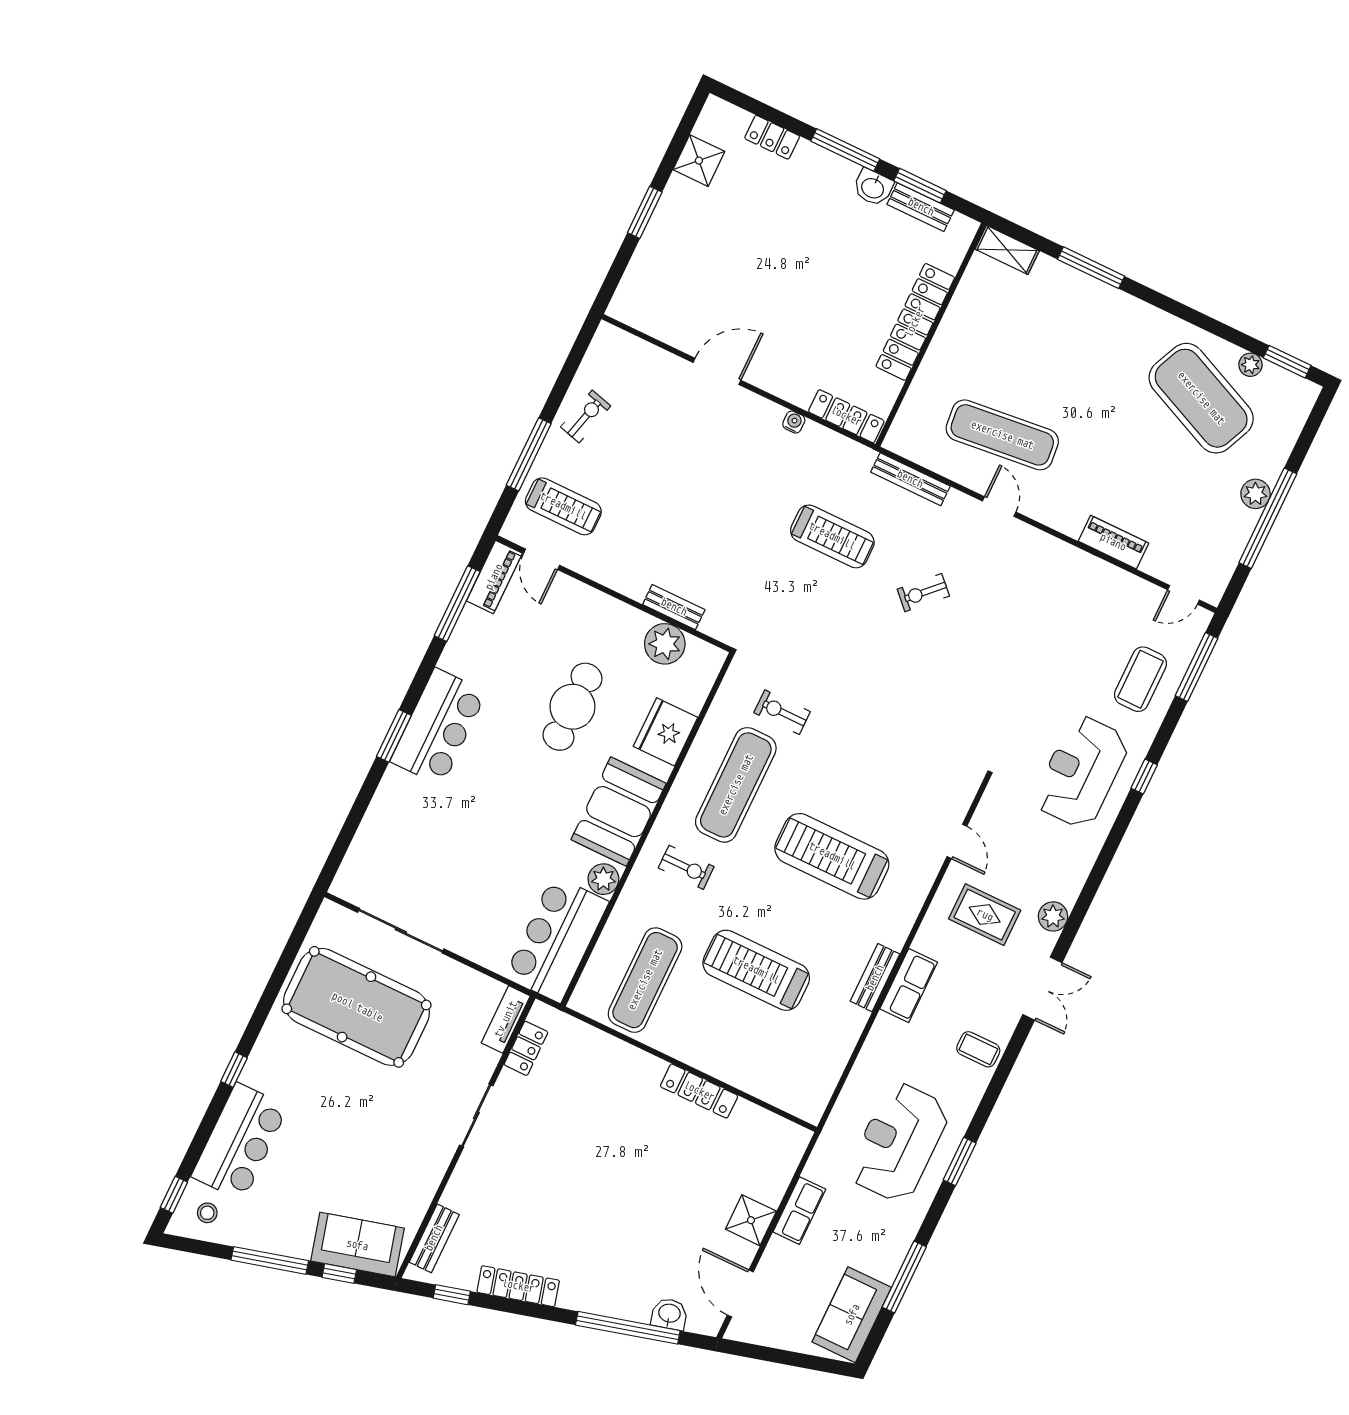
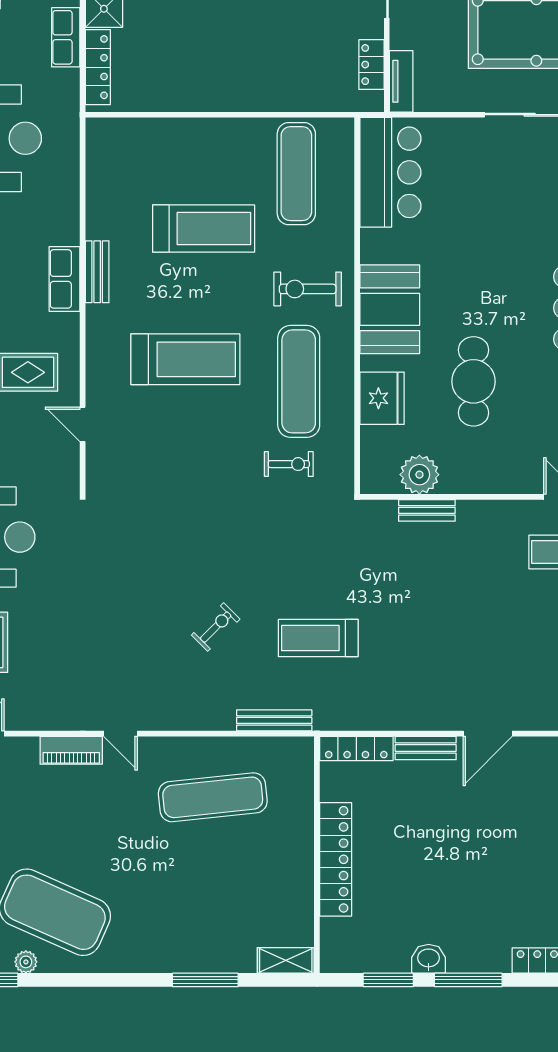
bench: (921, 207) -> (426, 748), moved
water cooler: (794, 422) -> (400, 722), removed
door: (999, 507) -> (120, 734), moved
exercise bike: (686, 867) -> (308, 289), width x1.38, depth x1.39
plant: (603, 879) -> (375, 244), removed
locker: (699, 1091) -> (98, 67), moved, turned 90

